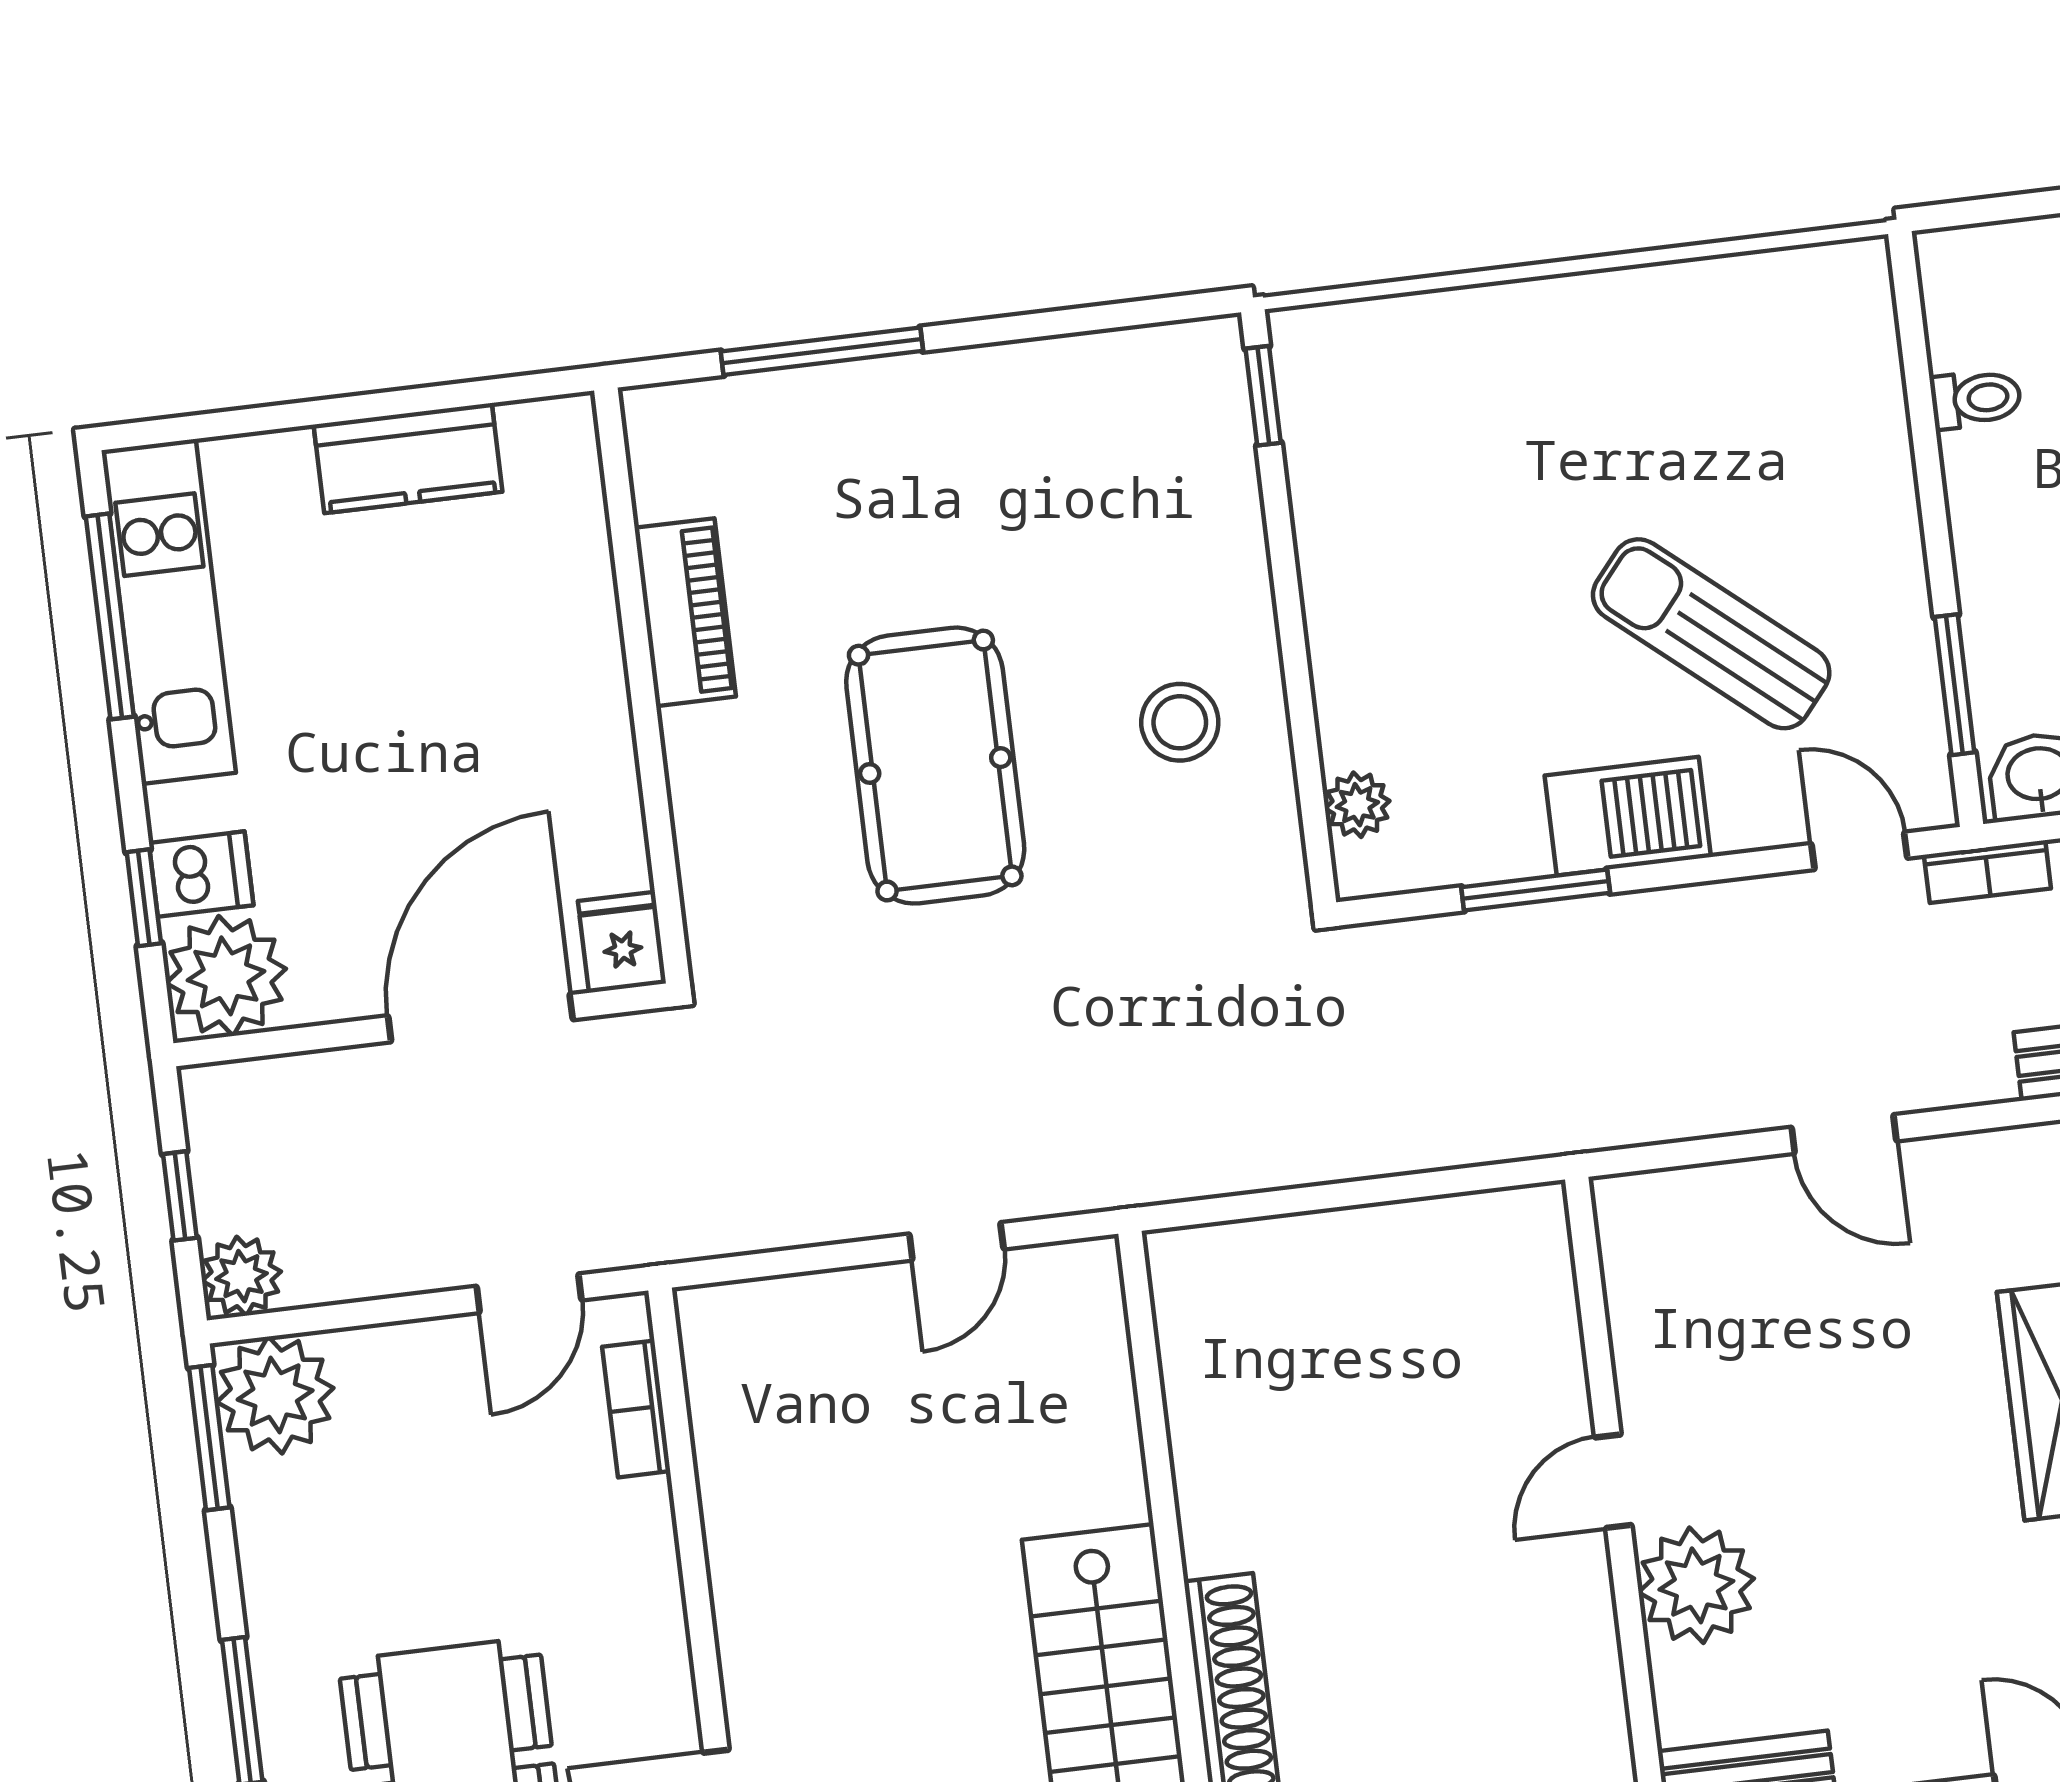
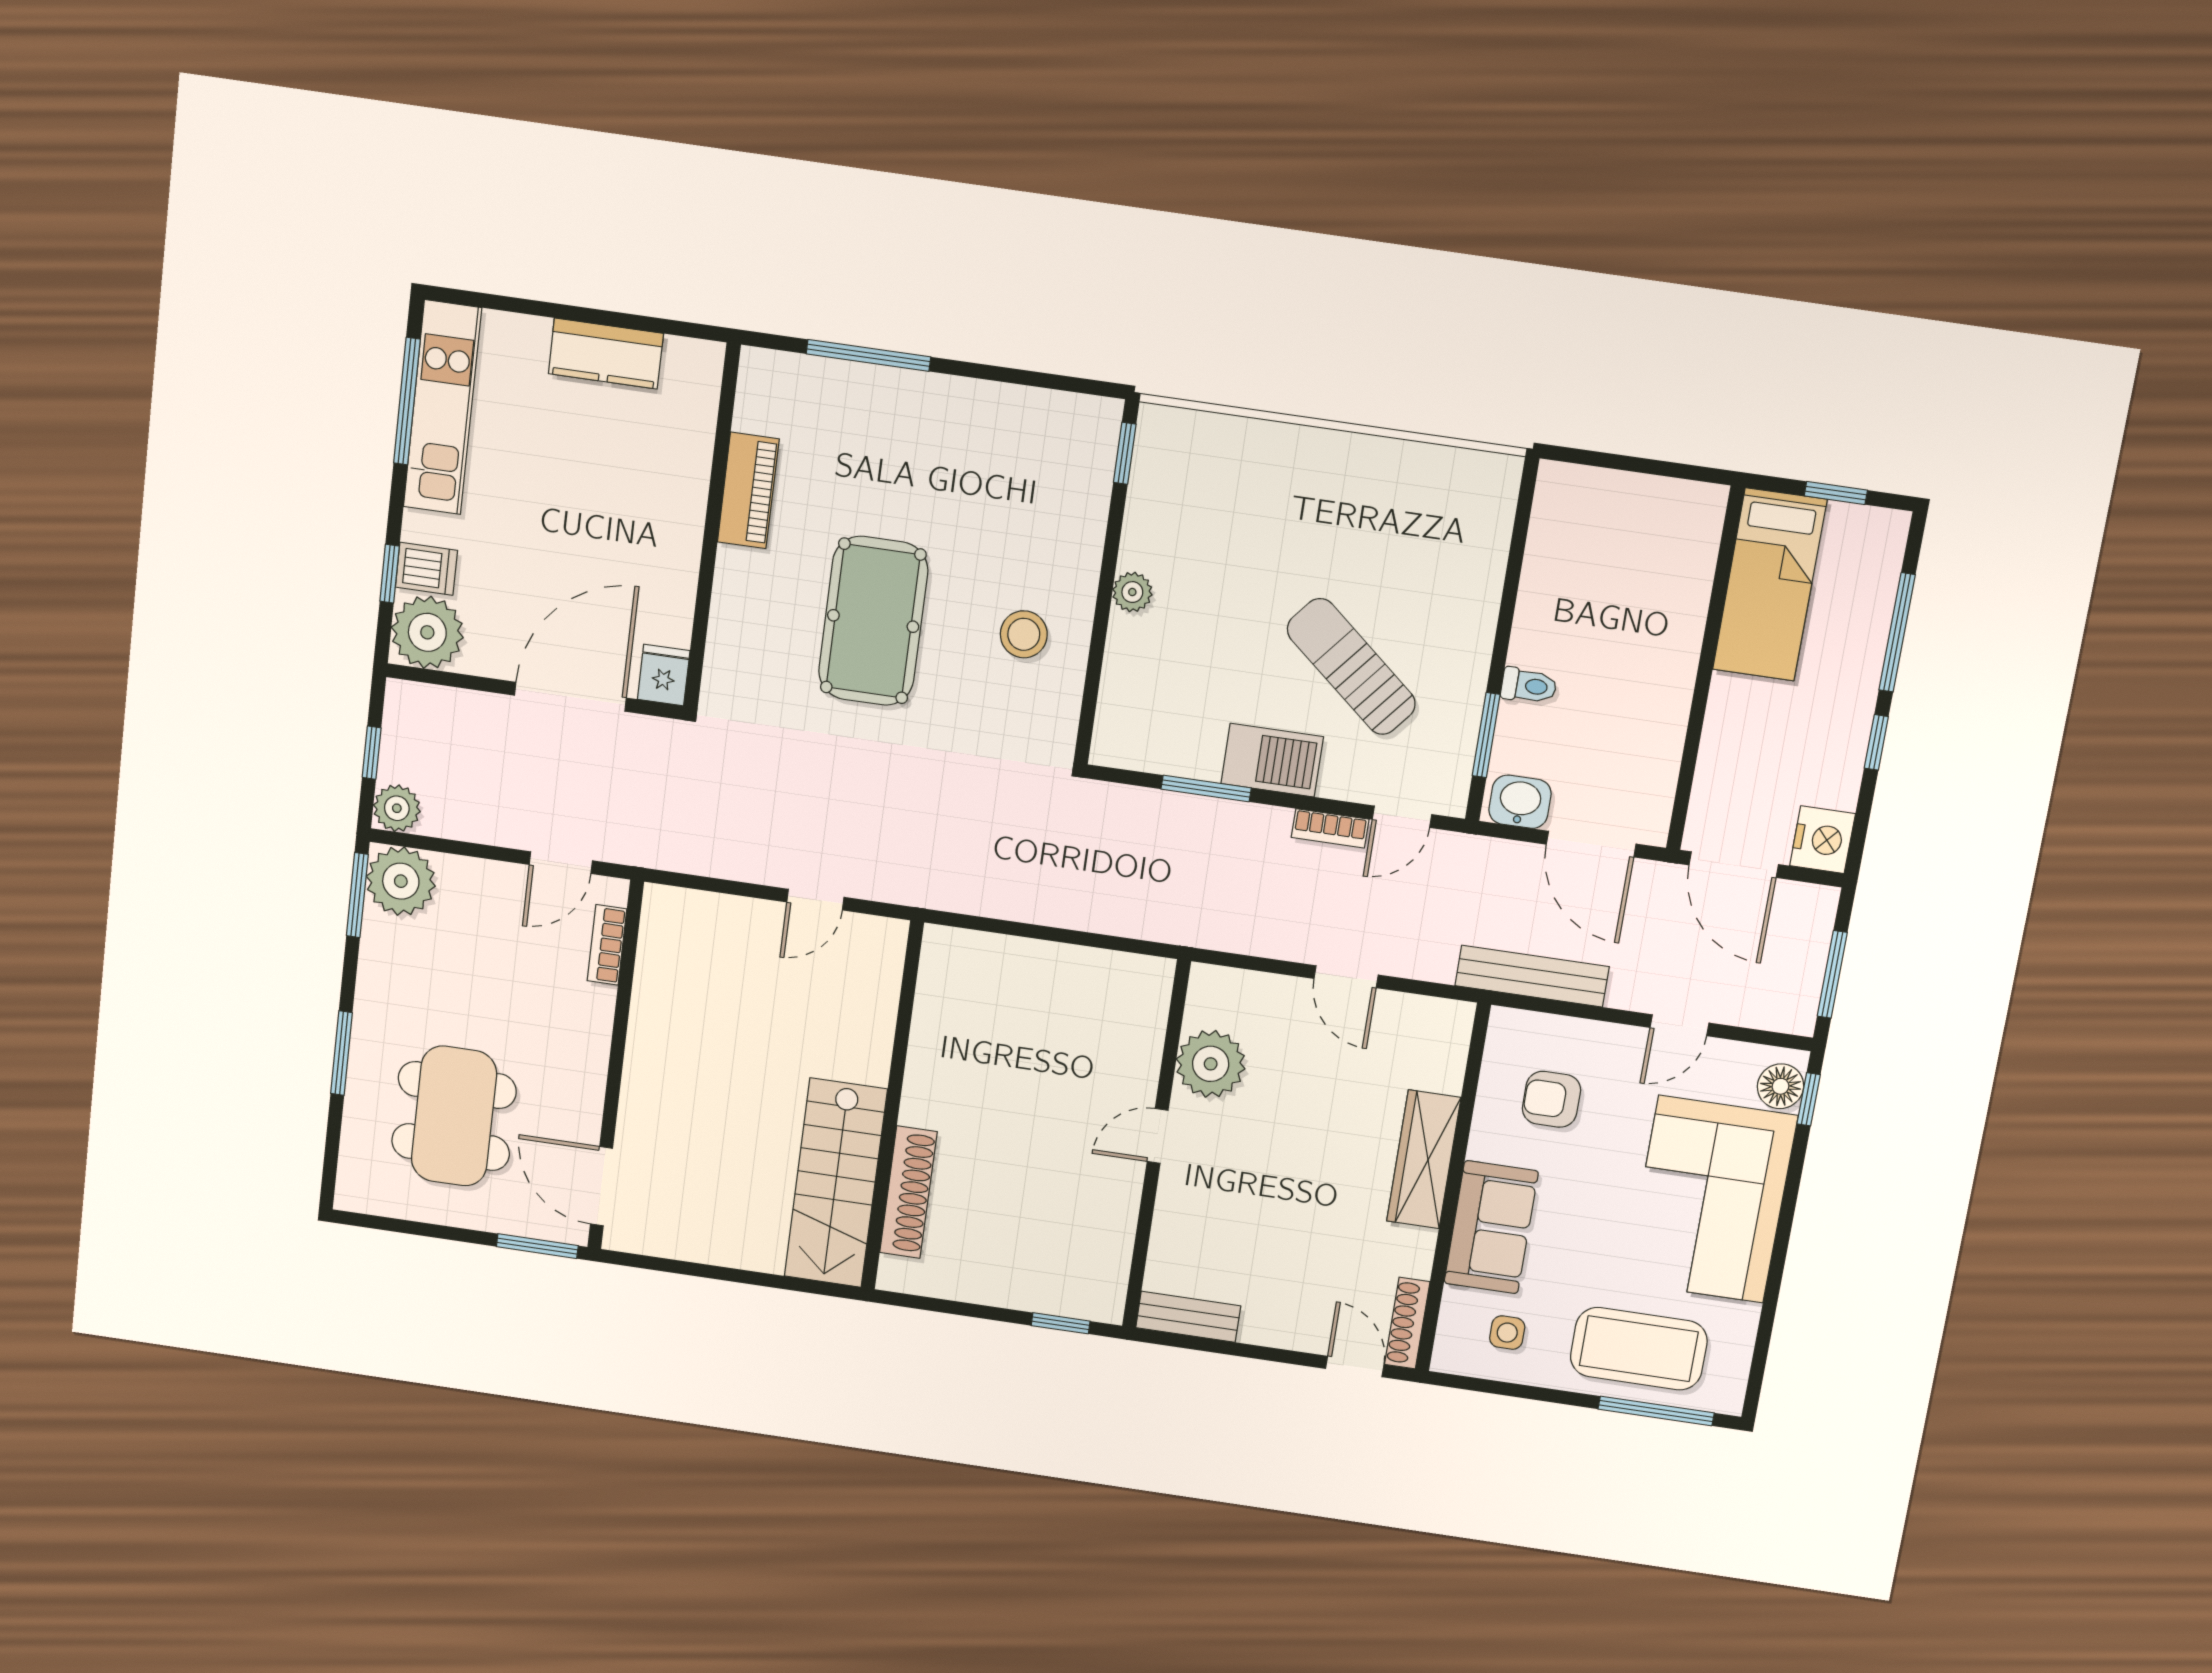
toilet: (1976, 399) -> (1529, 686), moved
plant: (1357, 805) -> (1132, 592), moved
door: (1859, 851) -> (1402, 817), swing flipped
bookcase: (1987, 872) -> (1330, 828), moved
plant: (1696, 1585) -> (1211, 1064), moved

